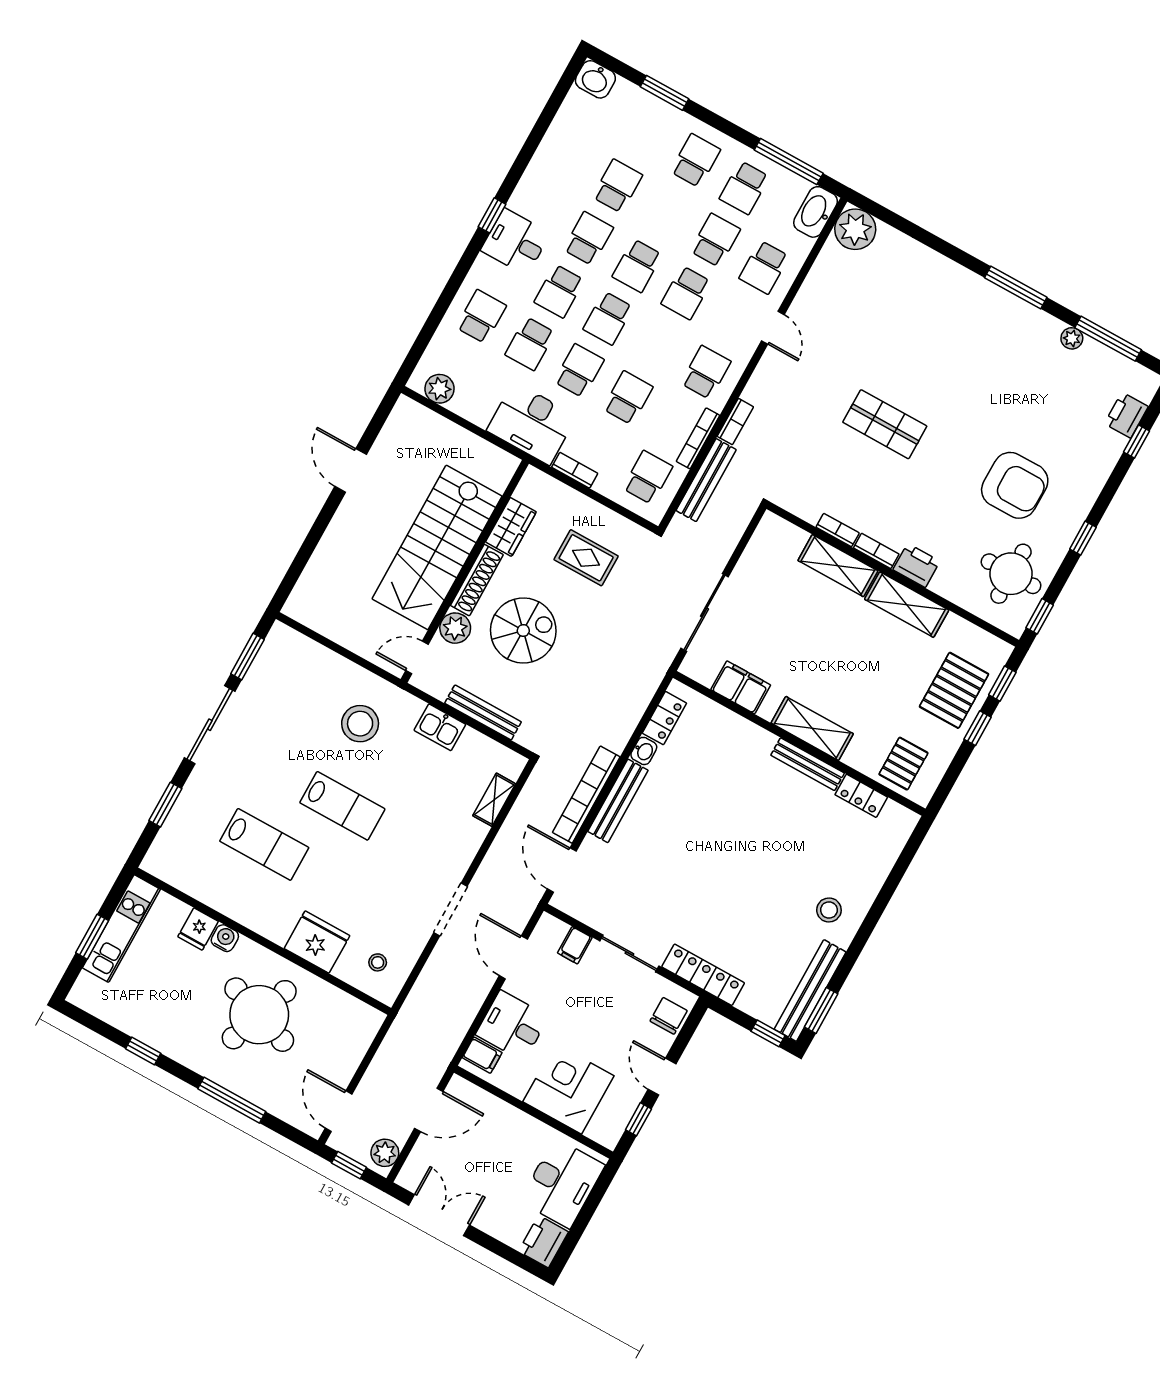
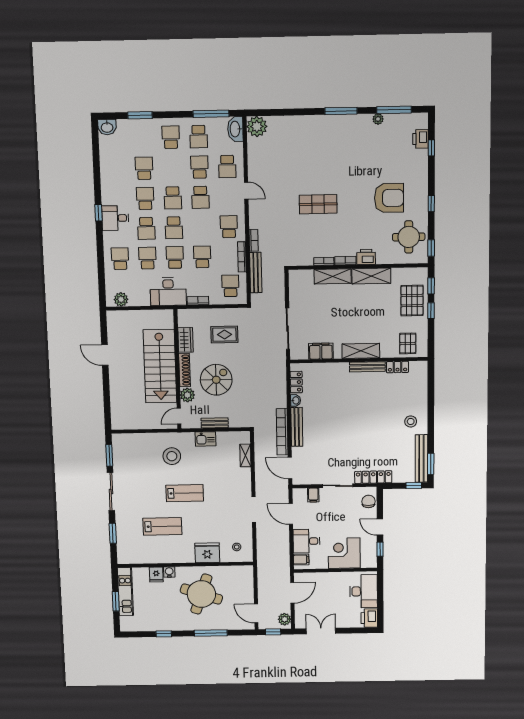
school desk: (530, 344) -> (147, 258), turned 180
bench: (483, 712) -> (215, 423), width x0.73

